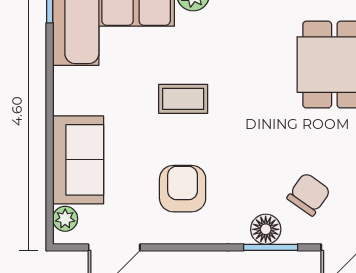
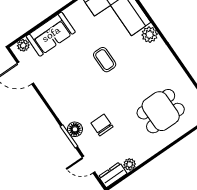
armchair: (183, 189) -> (68, 84), removed
chair: (309, 194) -> (102, 125), moved, turned -125

